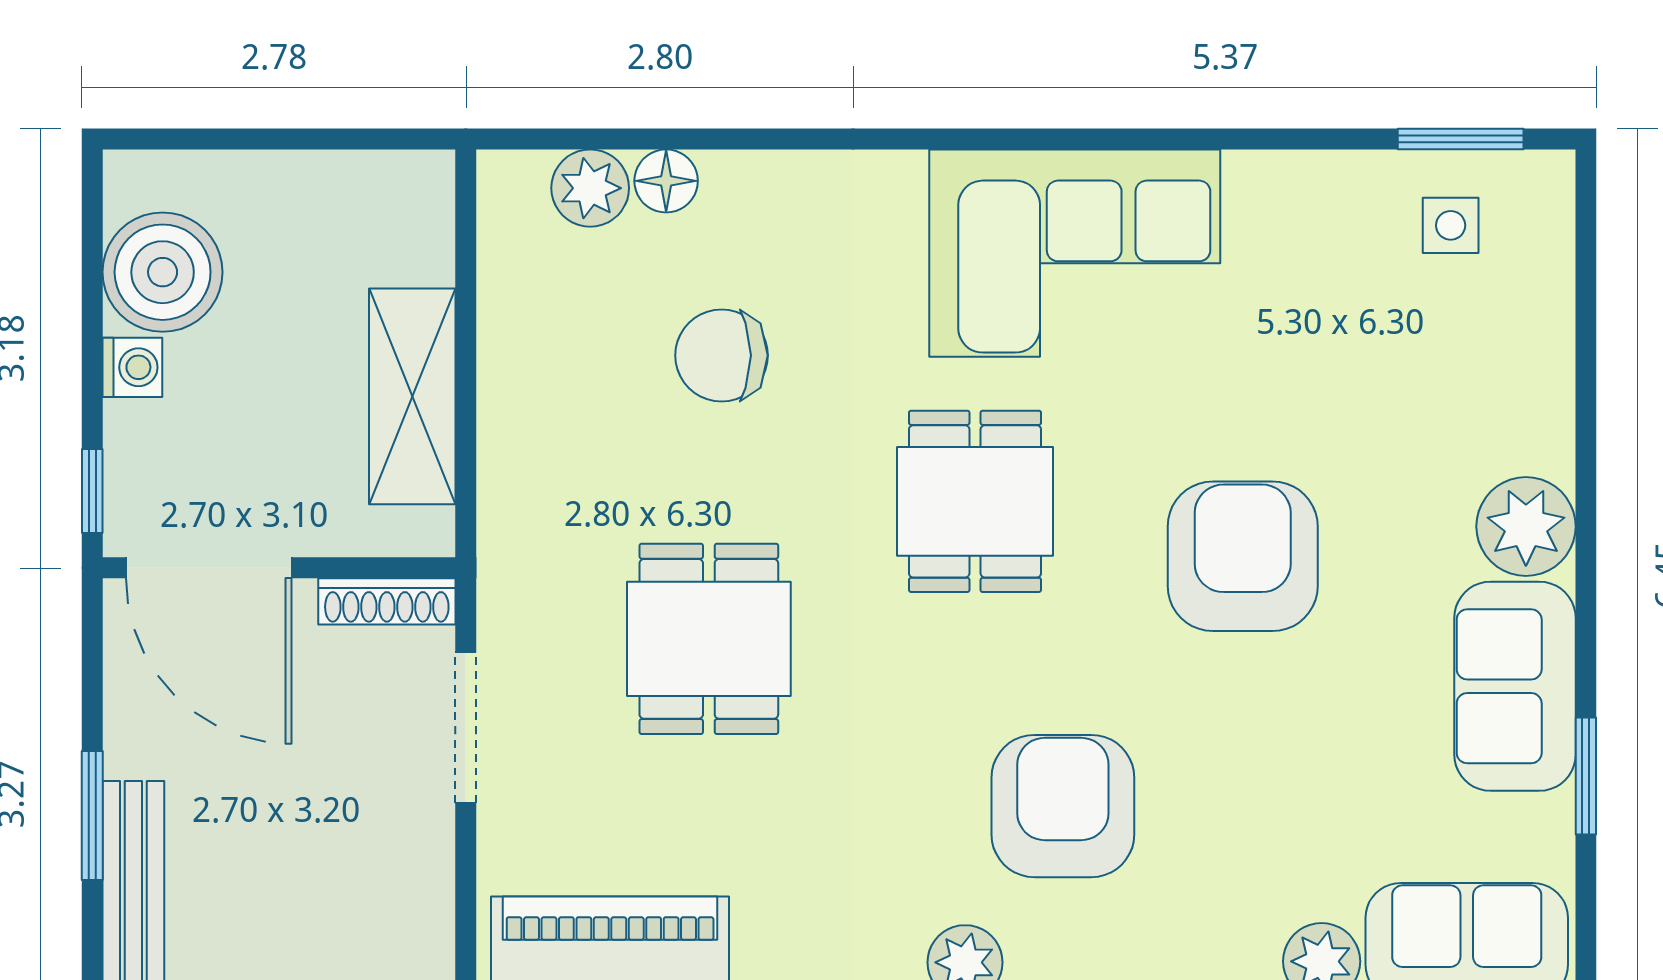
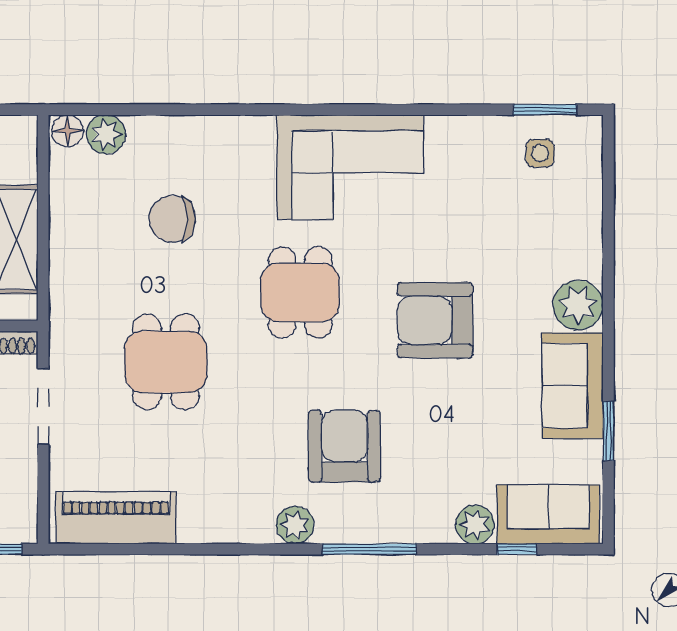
floor lamp: (666, 181) -> (68, 131), moved
armchair: (1243, 556) -> (435, 320), turned -90

